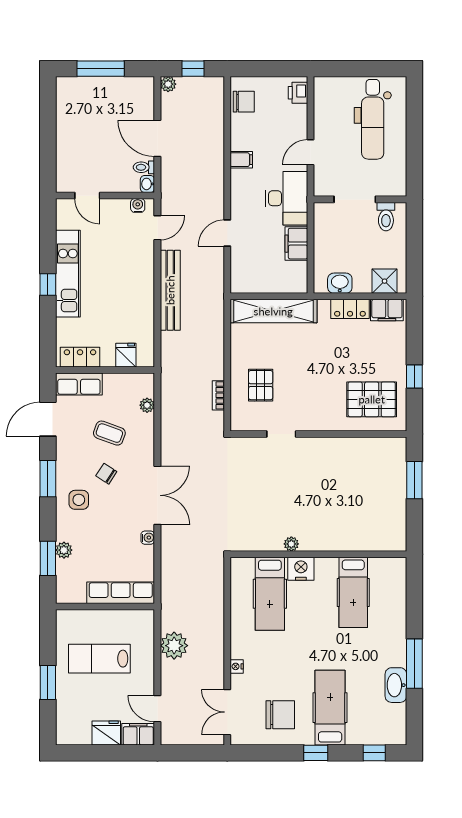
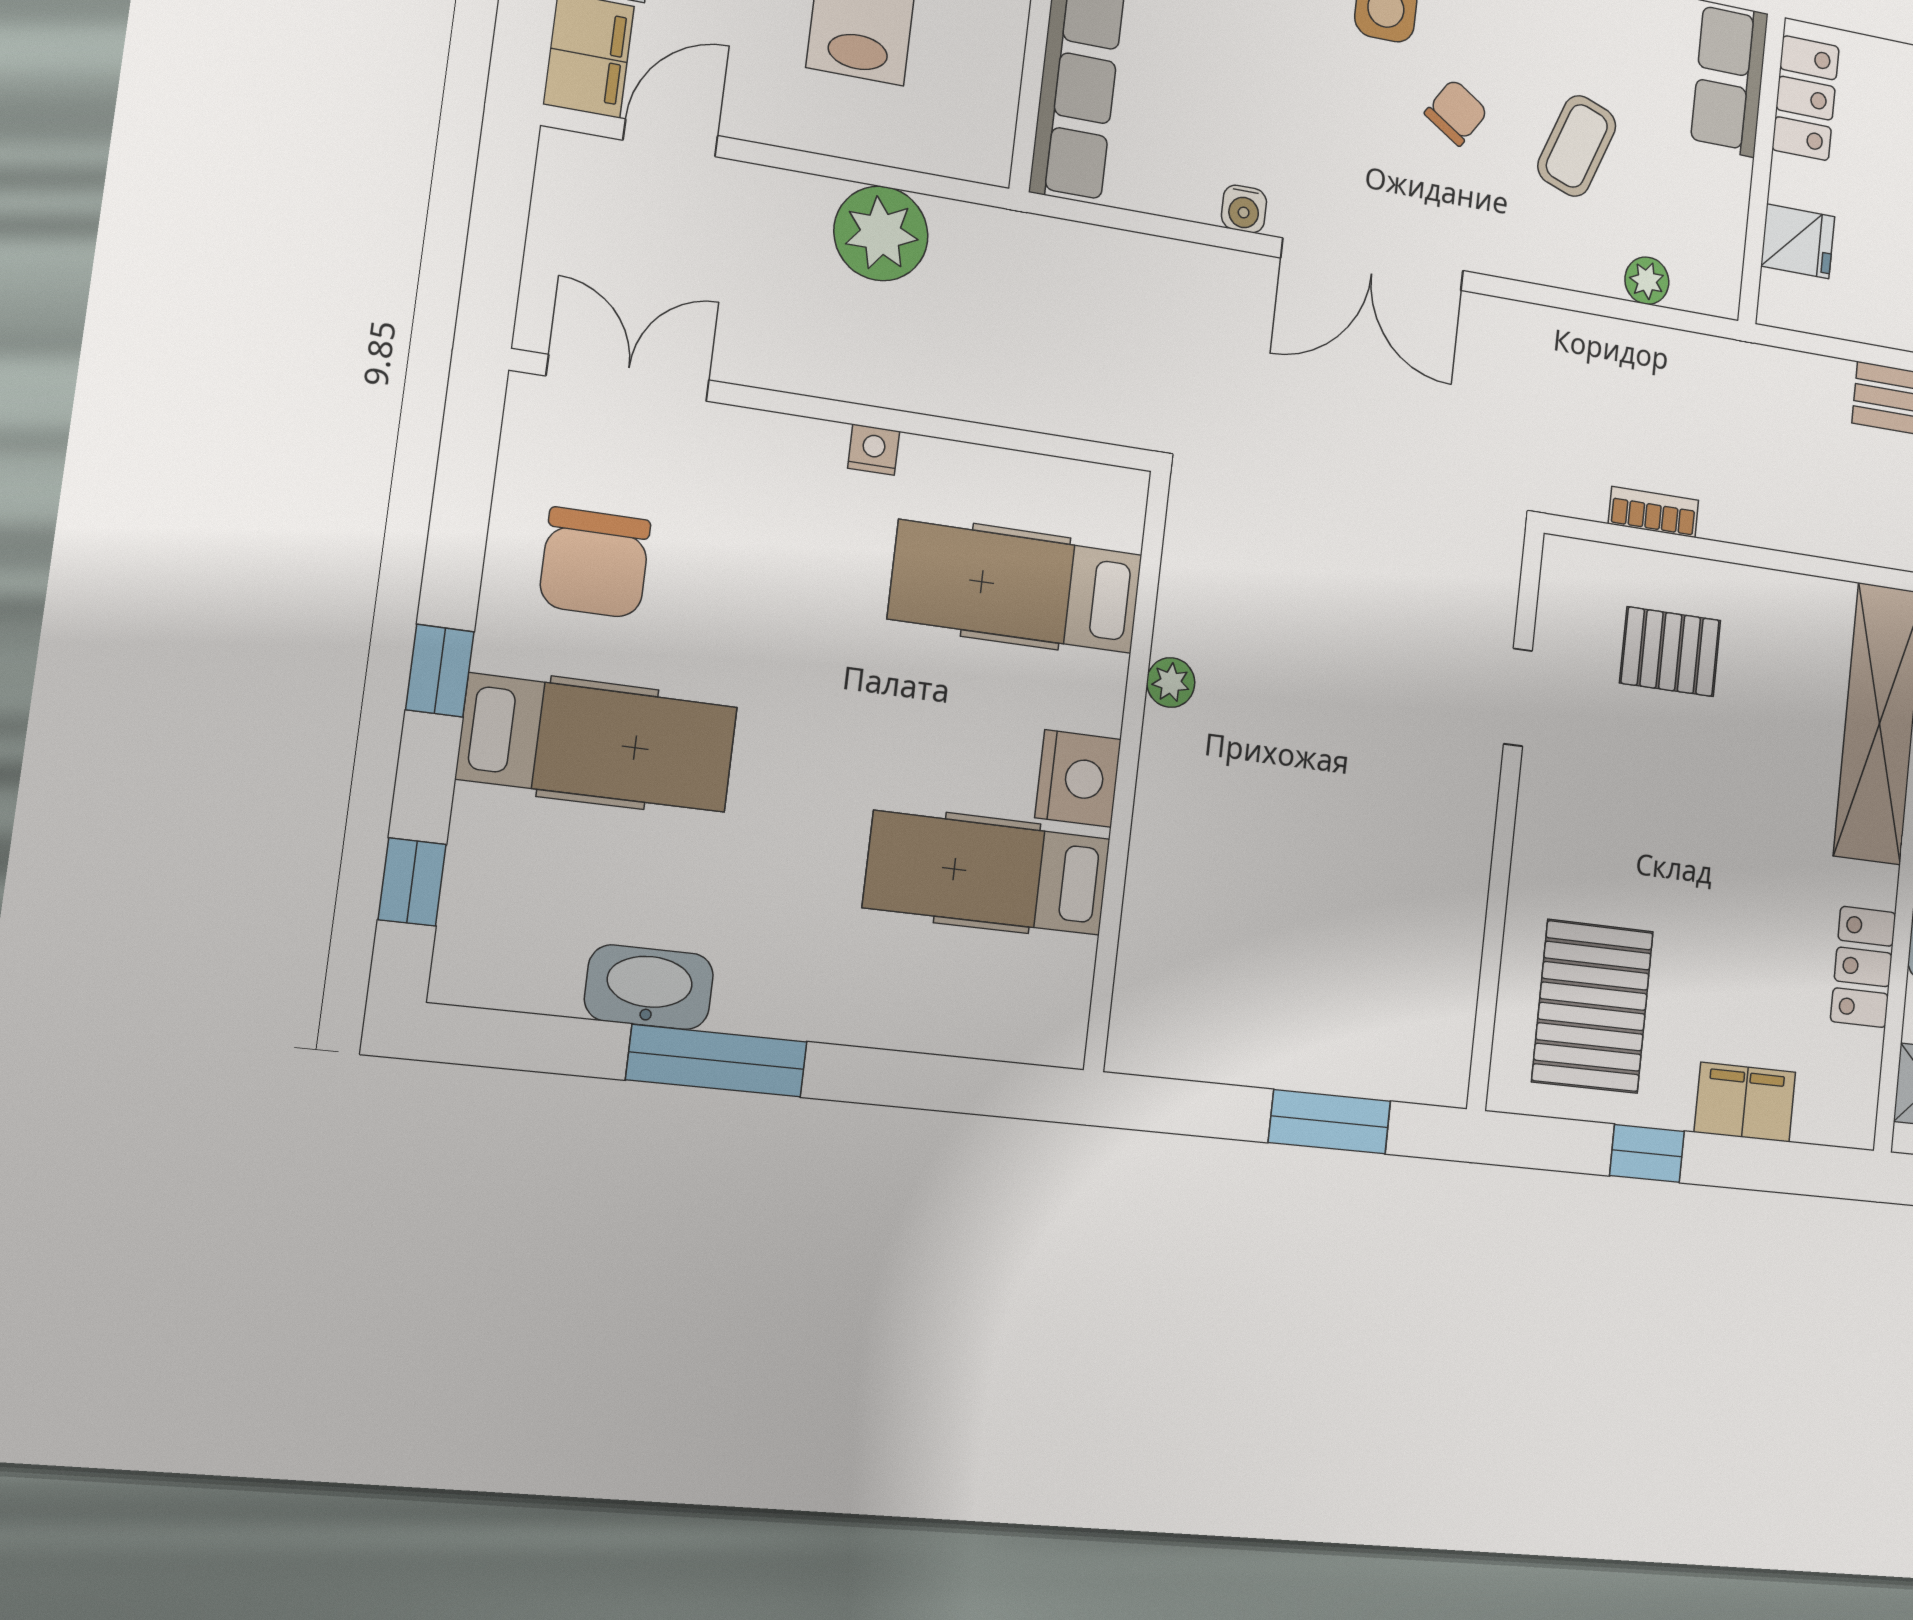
filing cabinet: (387, 310) -> (1745, 1102), moved, turned 90
nightstand: (301, 569) -> (1078, 778), moved
nightstand: (237, 666) -> (874, 450), moved

